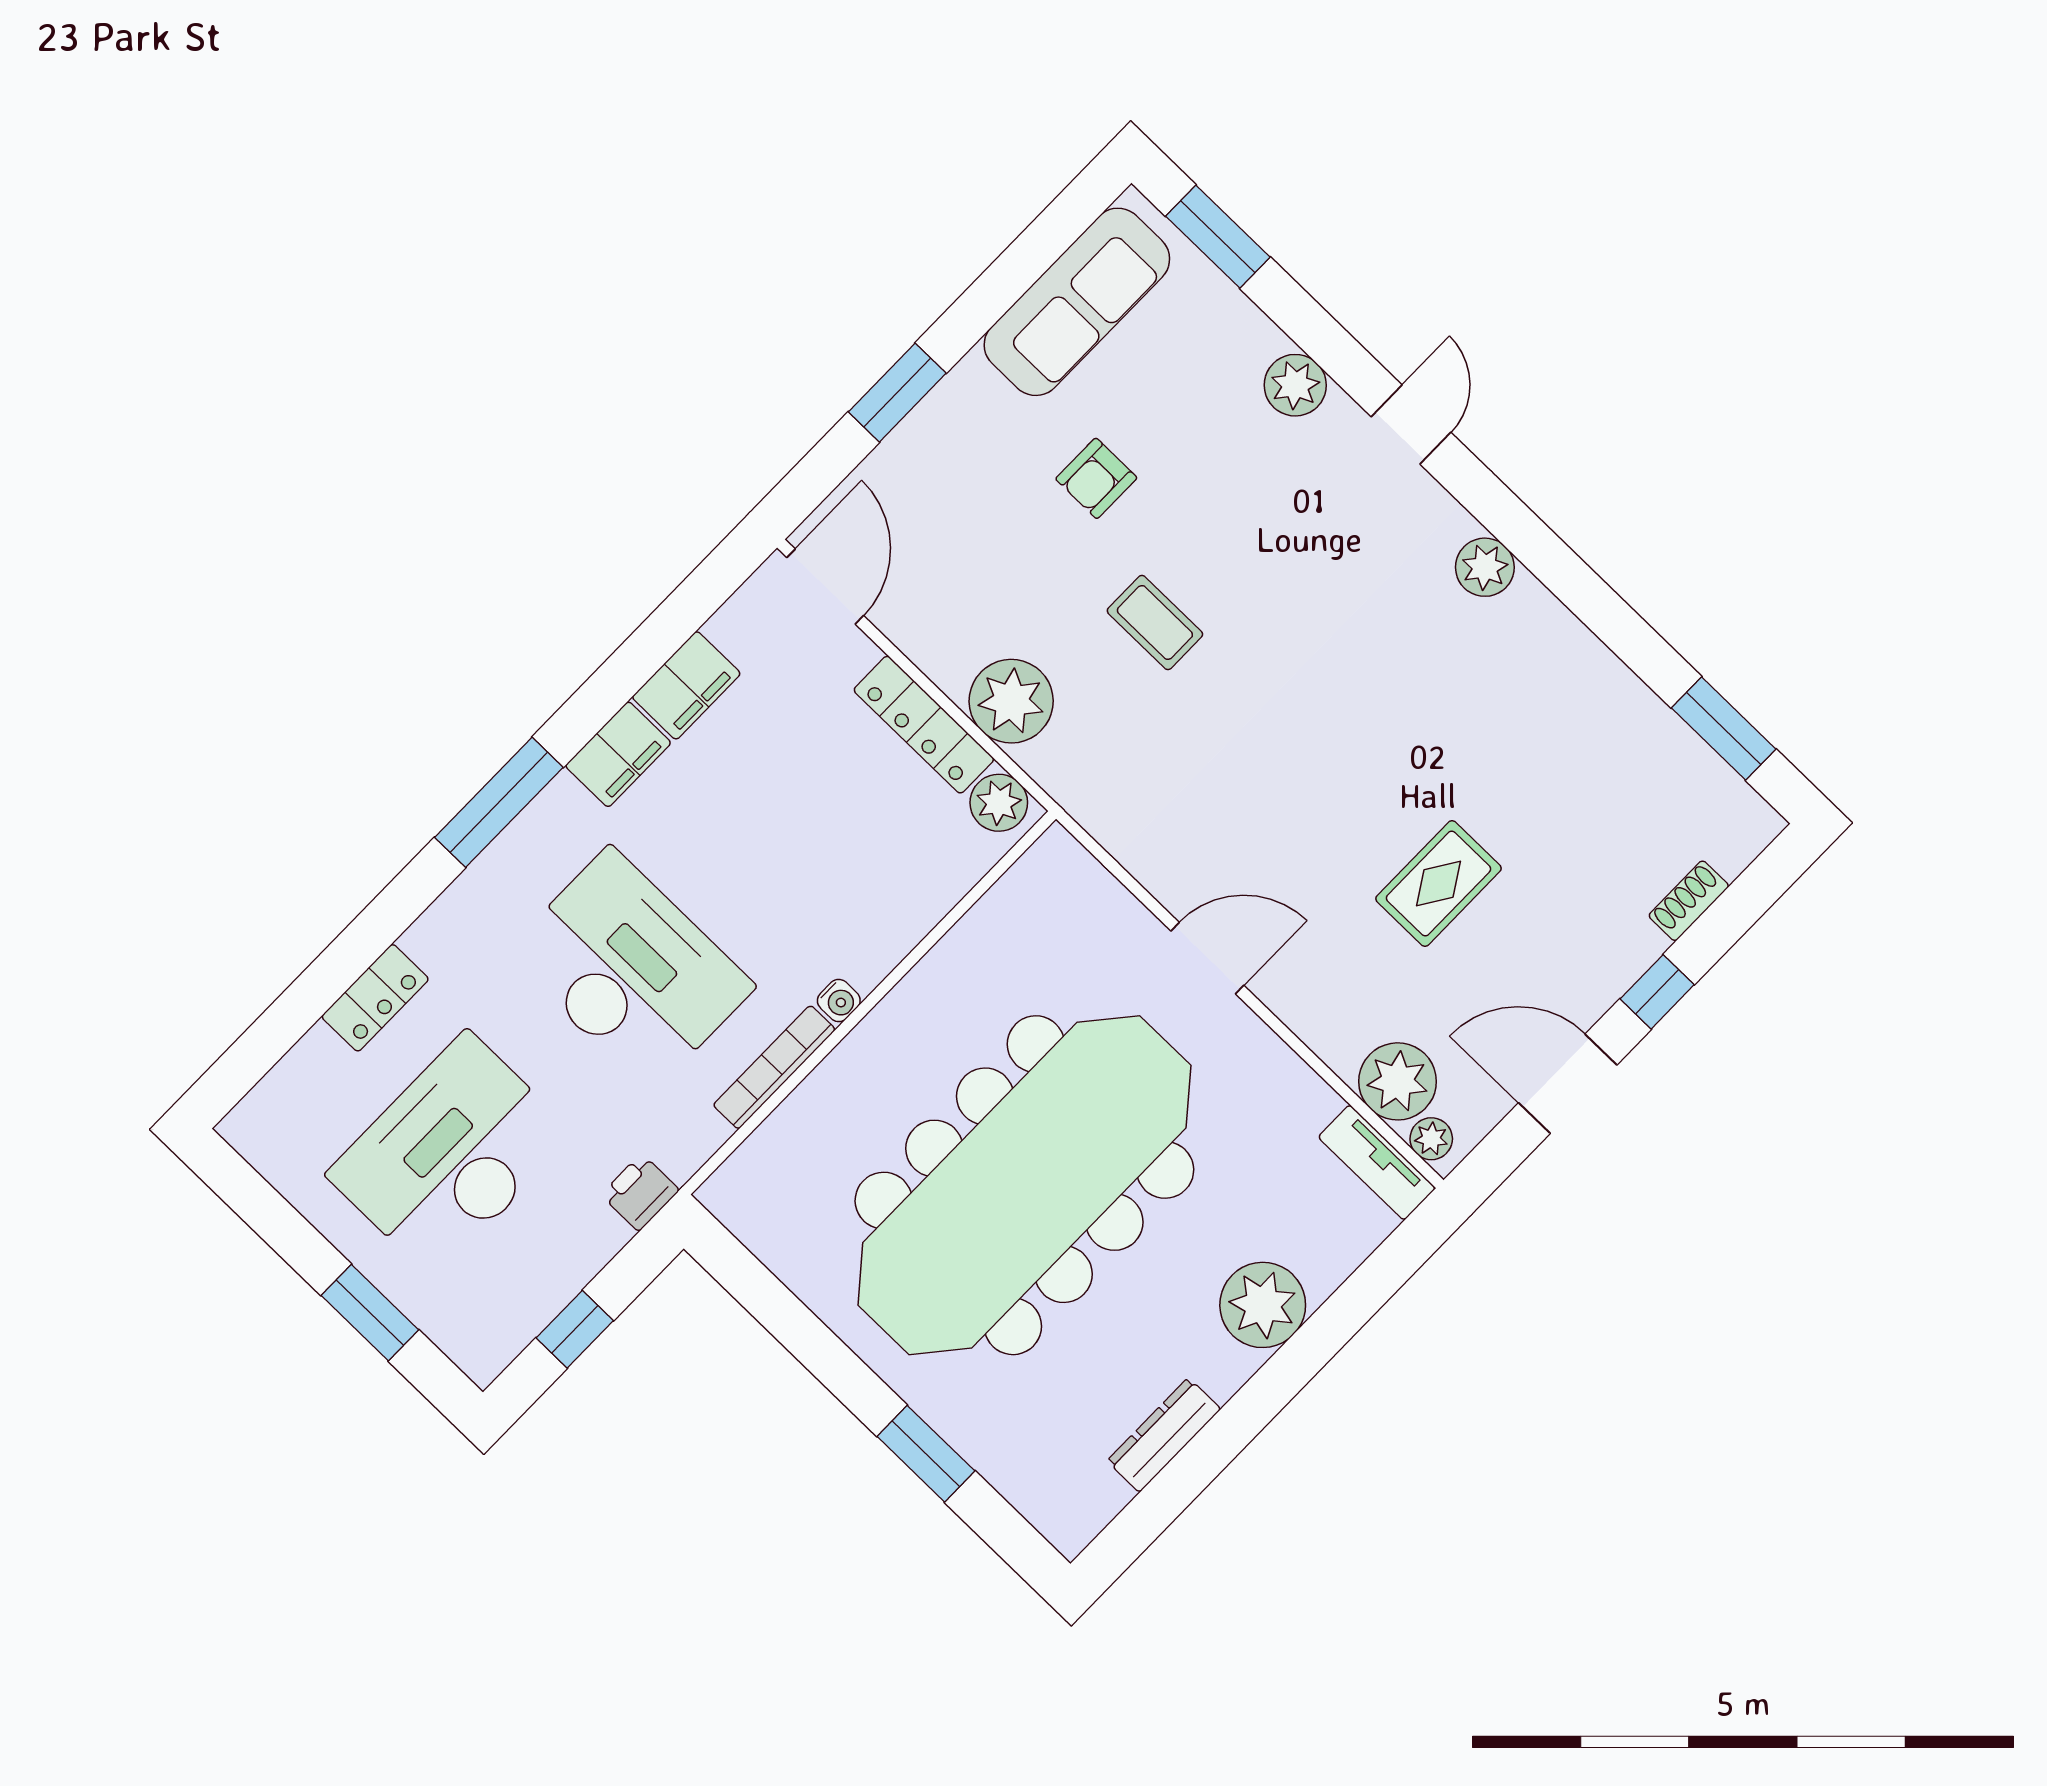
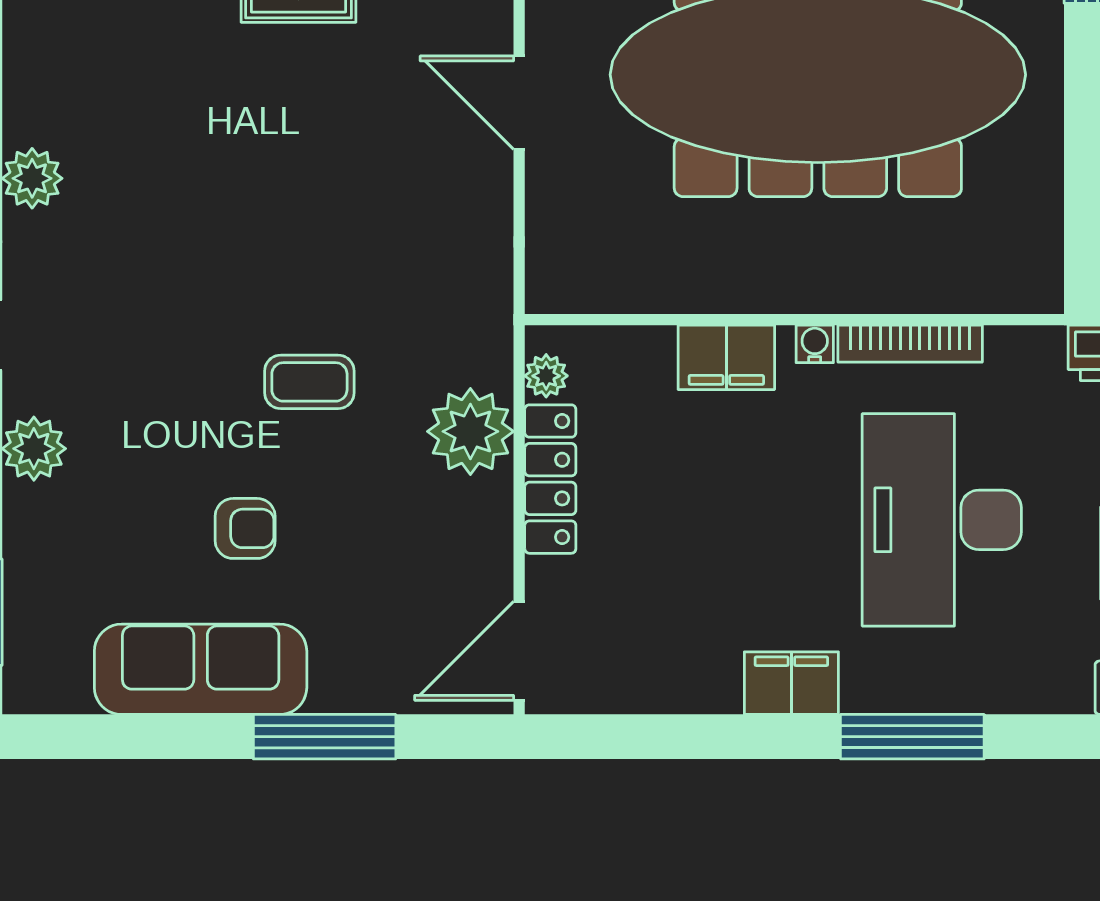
sofa: (1077, 302) -> (201, 669), moved
window: (897, 393) -> (325, 737), width x1.44
coffee table: (1155, 622) -> (309, 382), turned 90
filing cabinet: (686, 685) -> (726, 357), moved, turned 180
plant: (999, 803) -> (546, 376), width x0.73, depth x0.73

